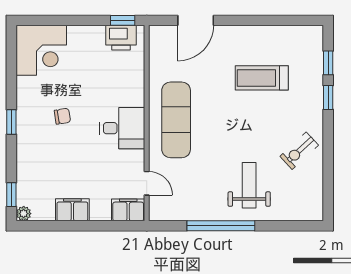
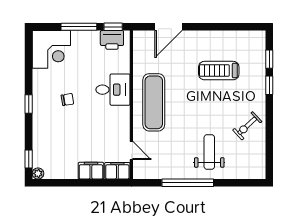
window: (77, 20) -> (79, 27), added
desk: (122, 128) -> (113, 90), moved
filing cabinet: (72, 210) -> (91, 171), moved

